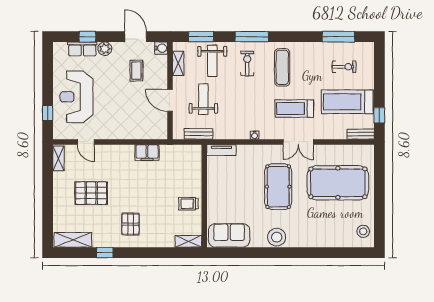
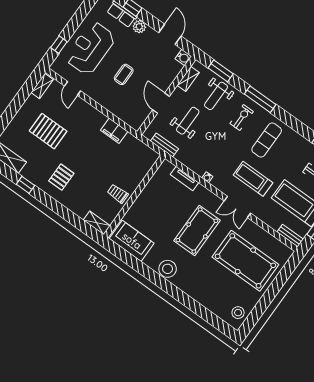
coffee table: (136, 71) -> (124, 74), moved
tv unit: (221, 150) -> (184, 179), moved

